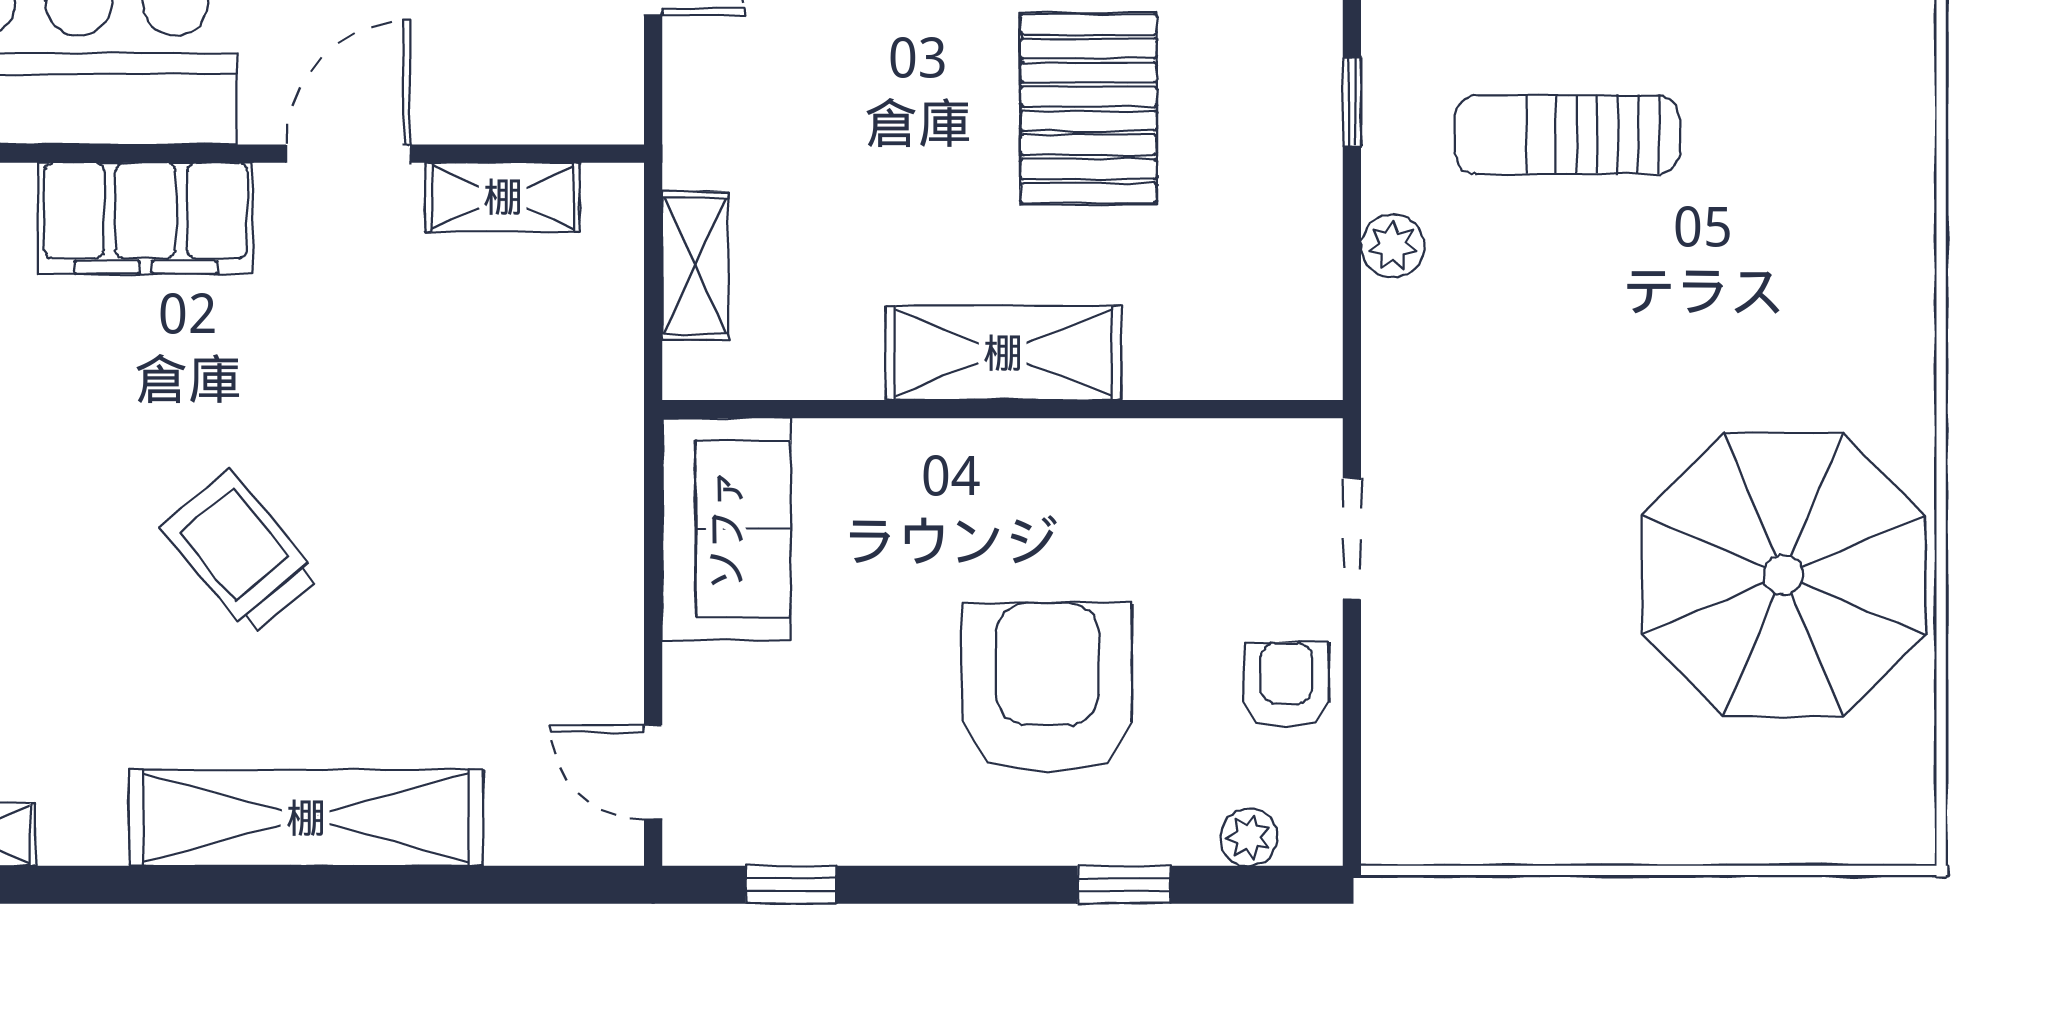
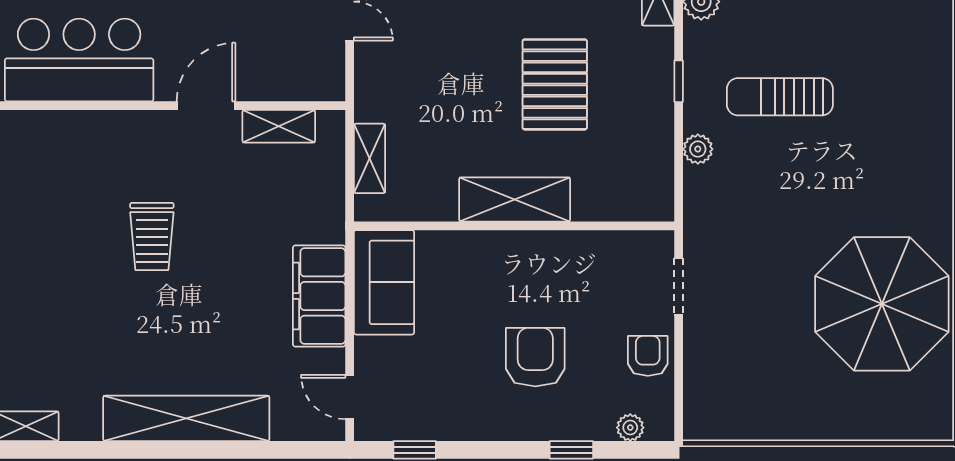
filing cabinet: (146, 218) -> (319, 296), moved, turned 90
trolley: (240, 552) -> (152, 236), moved, turned -140
armchair: (1047, 688) -> (535, 357), width x0.73, depth x0.73

